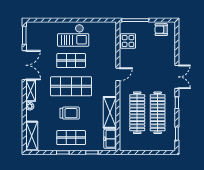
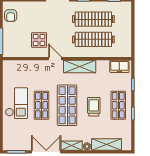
display table: (128, 41) -> (39, 40), moved
shelving: (110, 112) -> (80, 67), moved
shelving: (32, 136) -> (106, 144), moved

